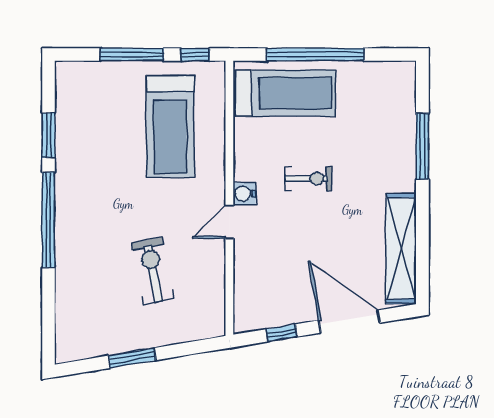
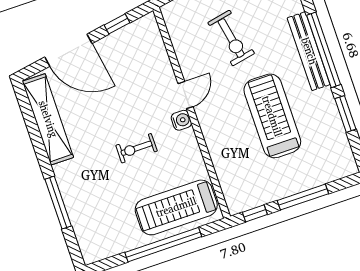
treadmill: (170, 126) -> (272, 116), moved
bench: (67, 224) -> (309, 51), added

